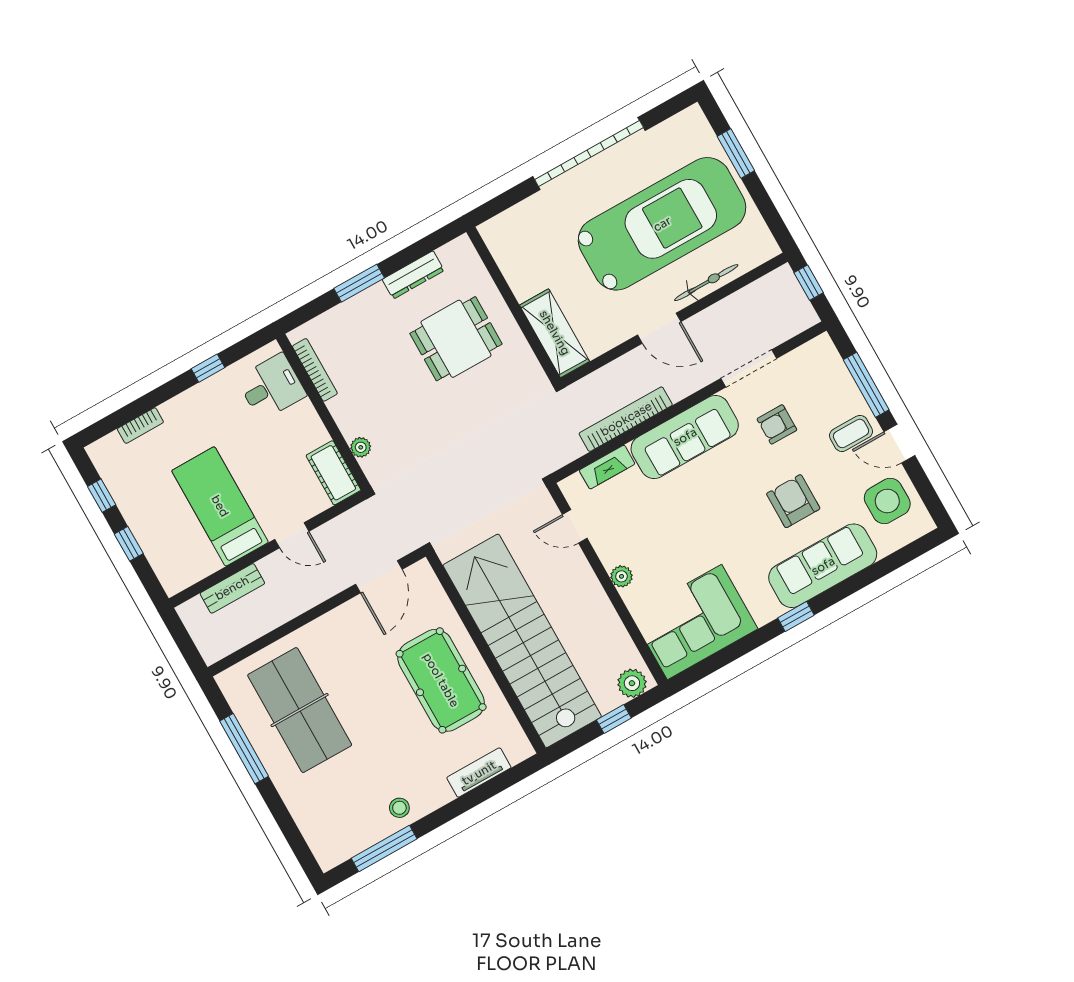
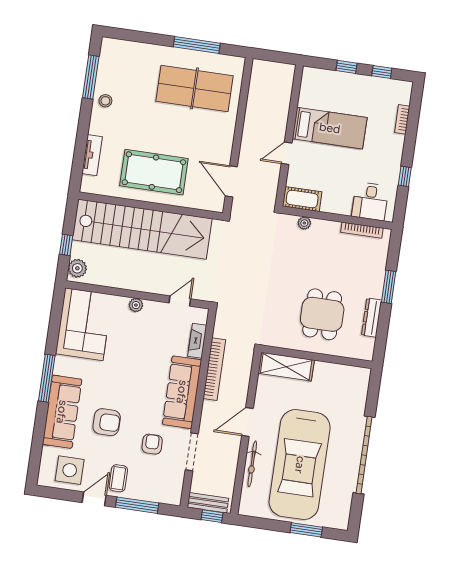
bench: (232, 588) -> (208, 503), moved, turned 90
window: (796, 616) -> (47, 378), width x2.17

